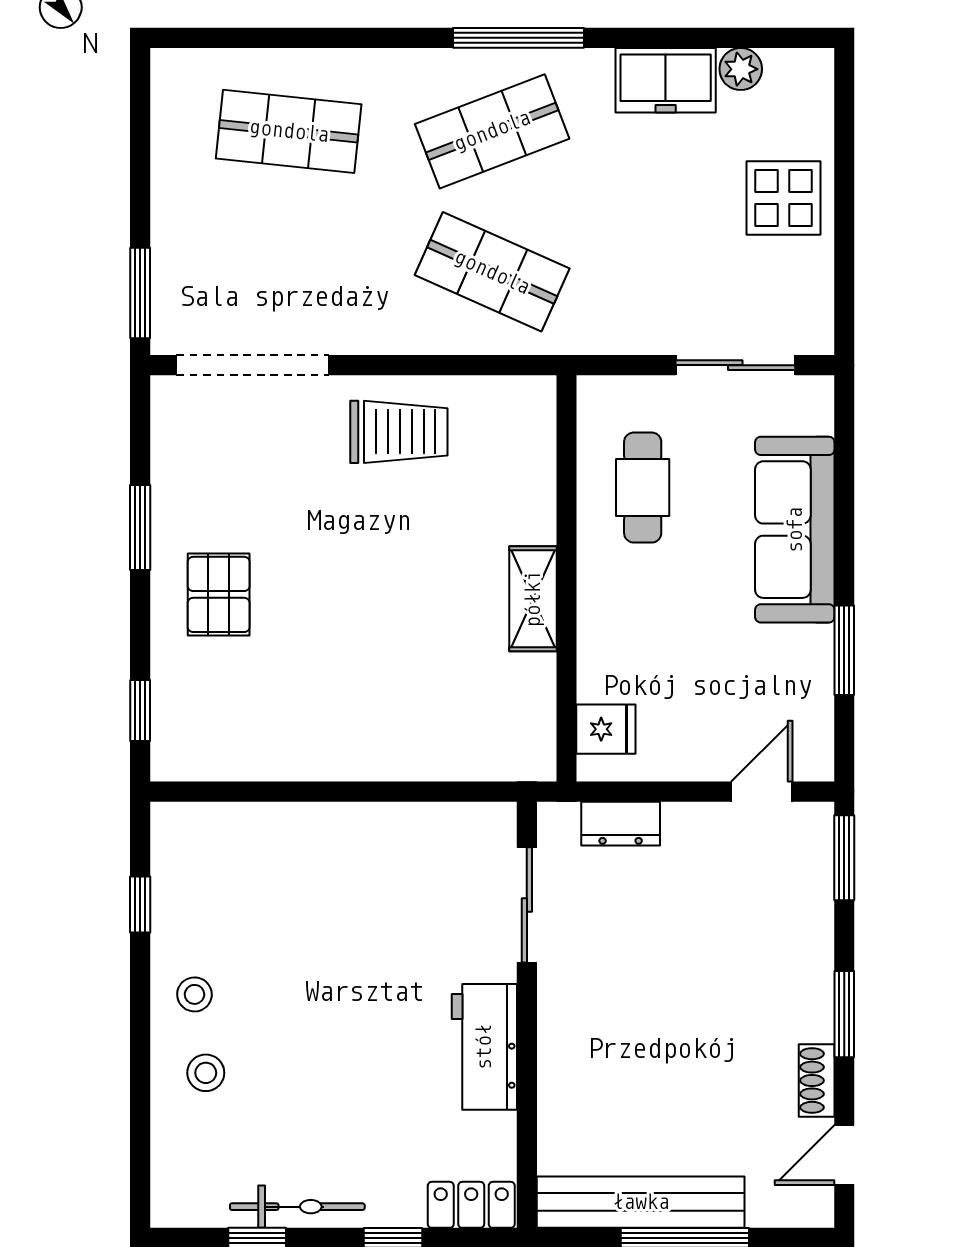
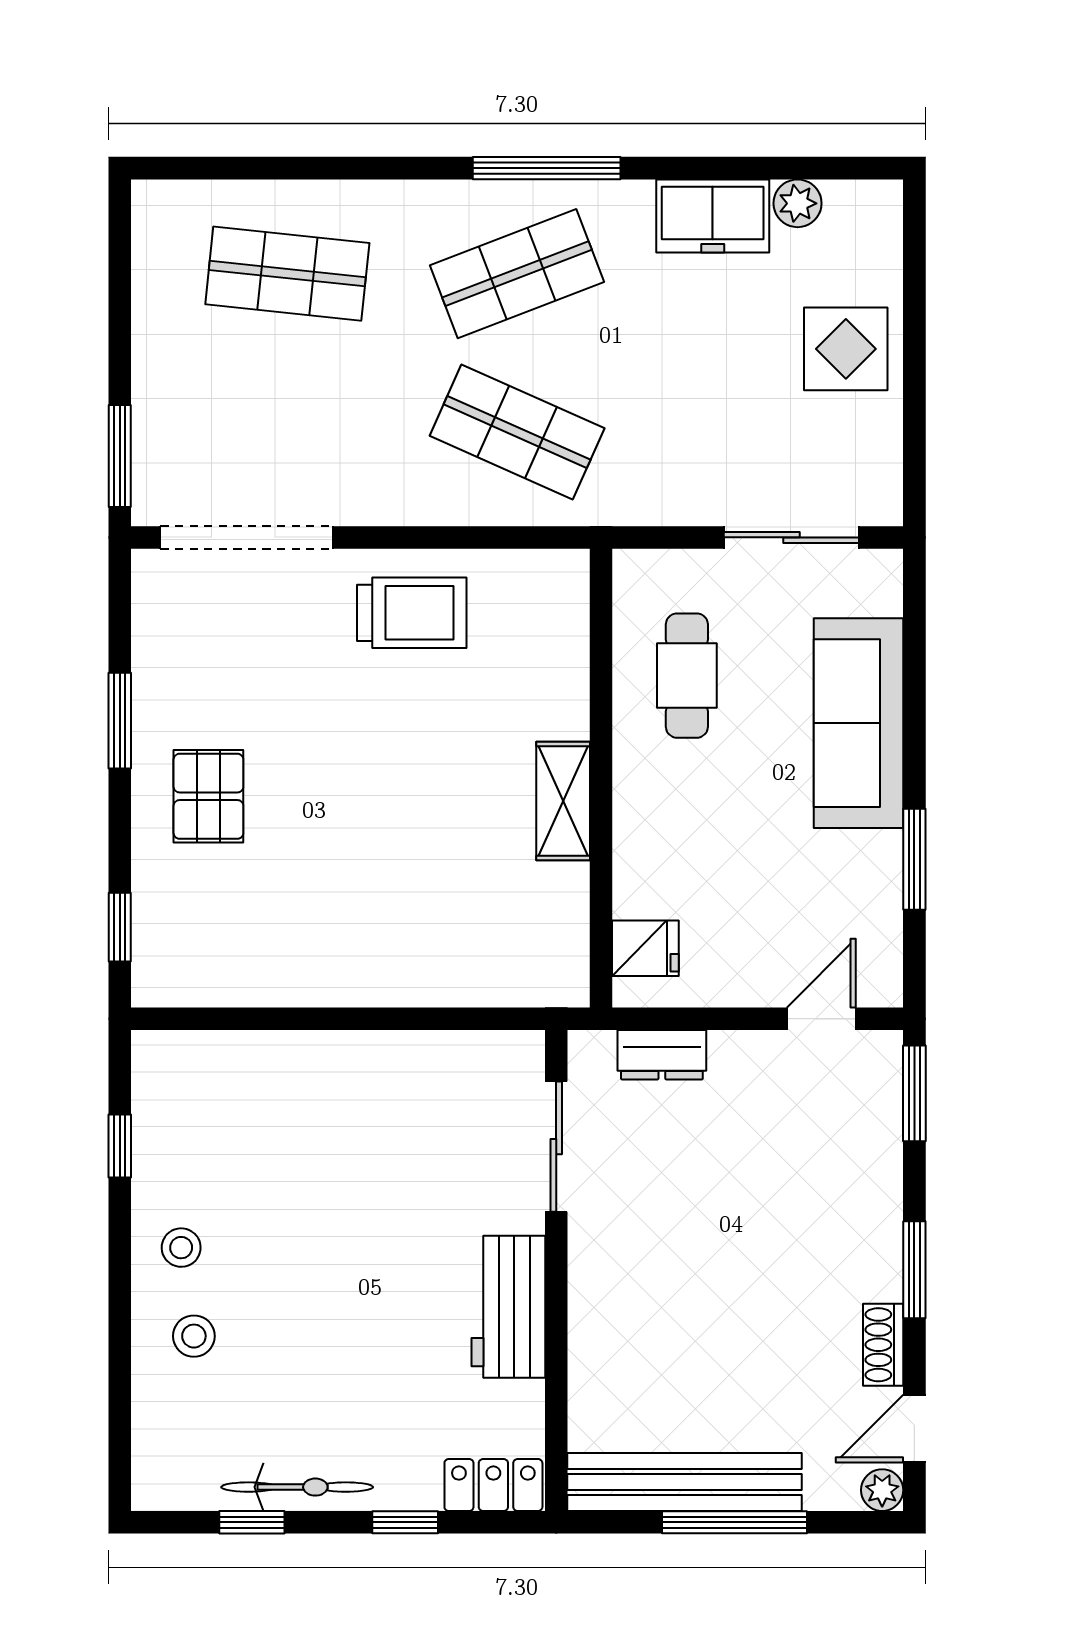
plant: (816, 1209) -> (882, 1490), added

